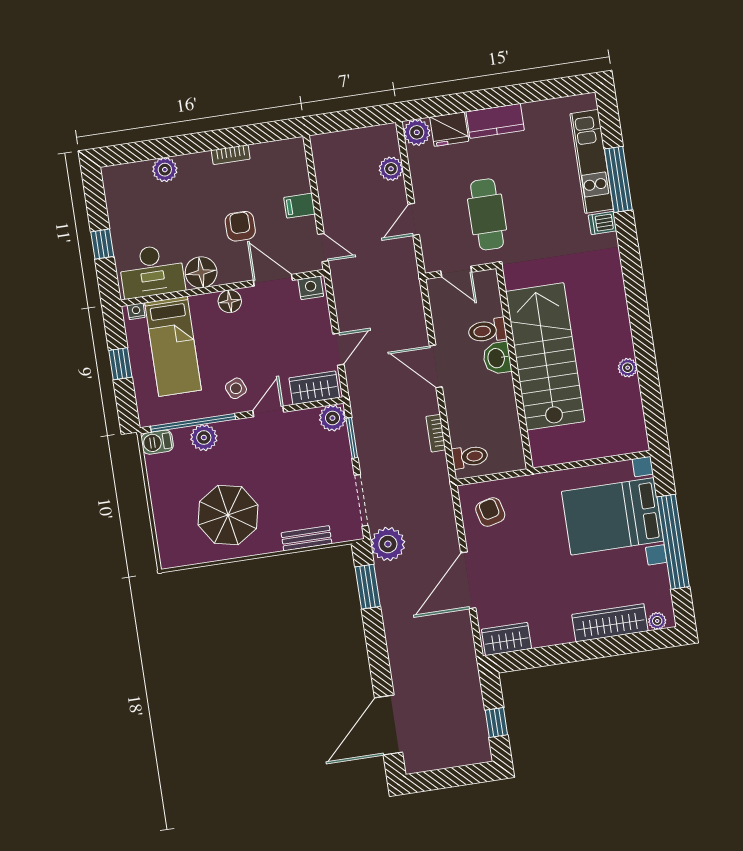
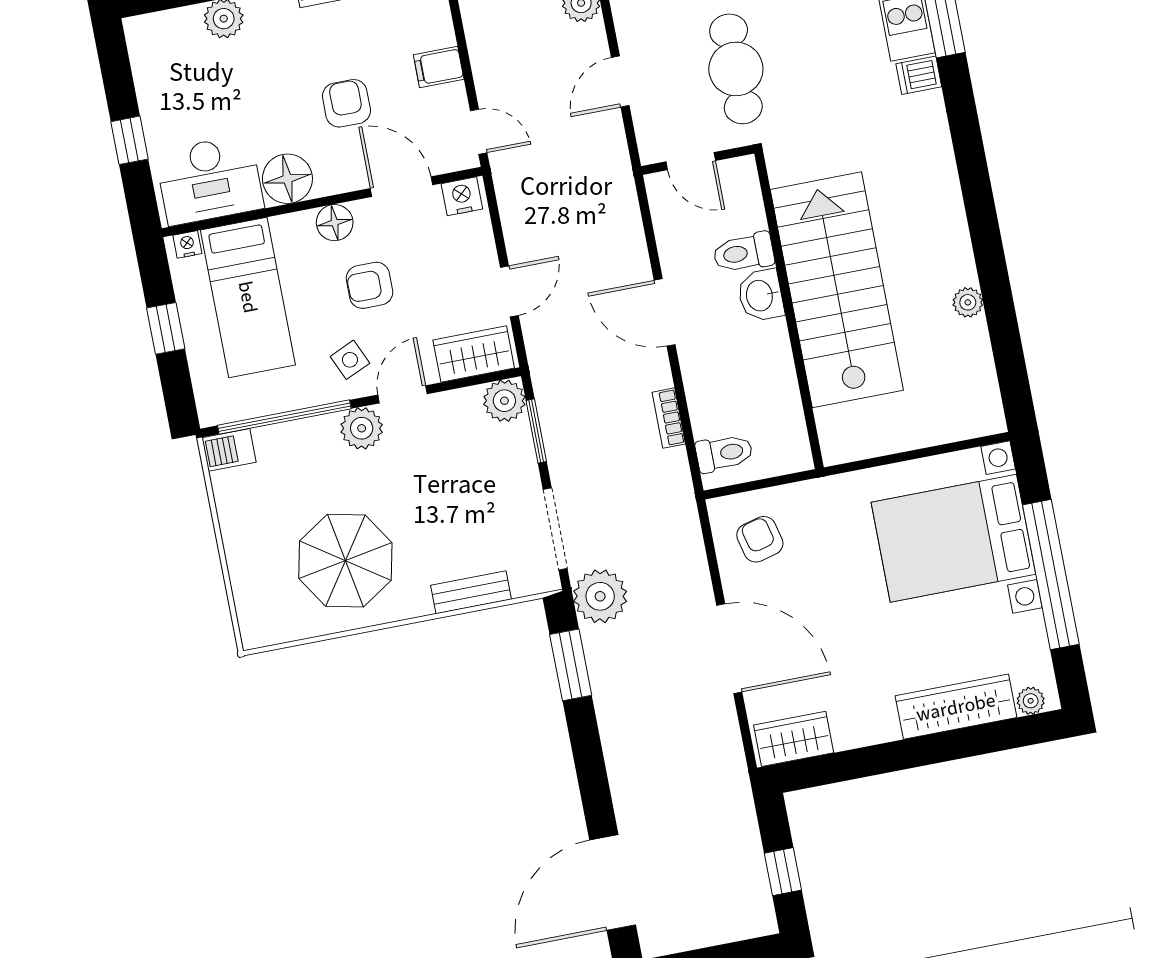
armchair: (250, 342) -> (369, 285), added
plant: (204, 438) -> (362, 428), moved
door: (468, 580) -> (729, 649), swing flipped

